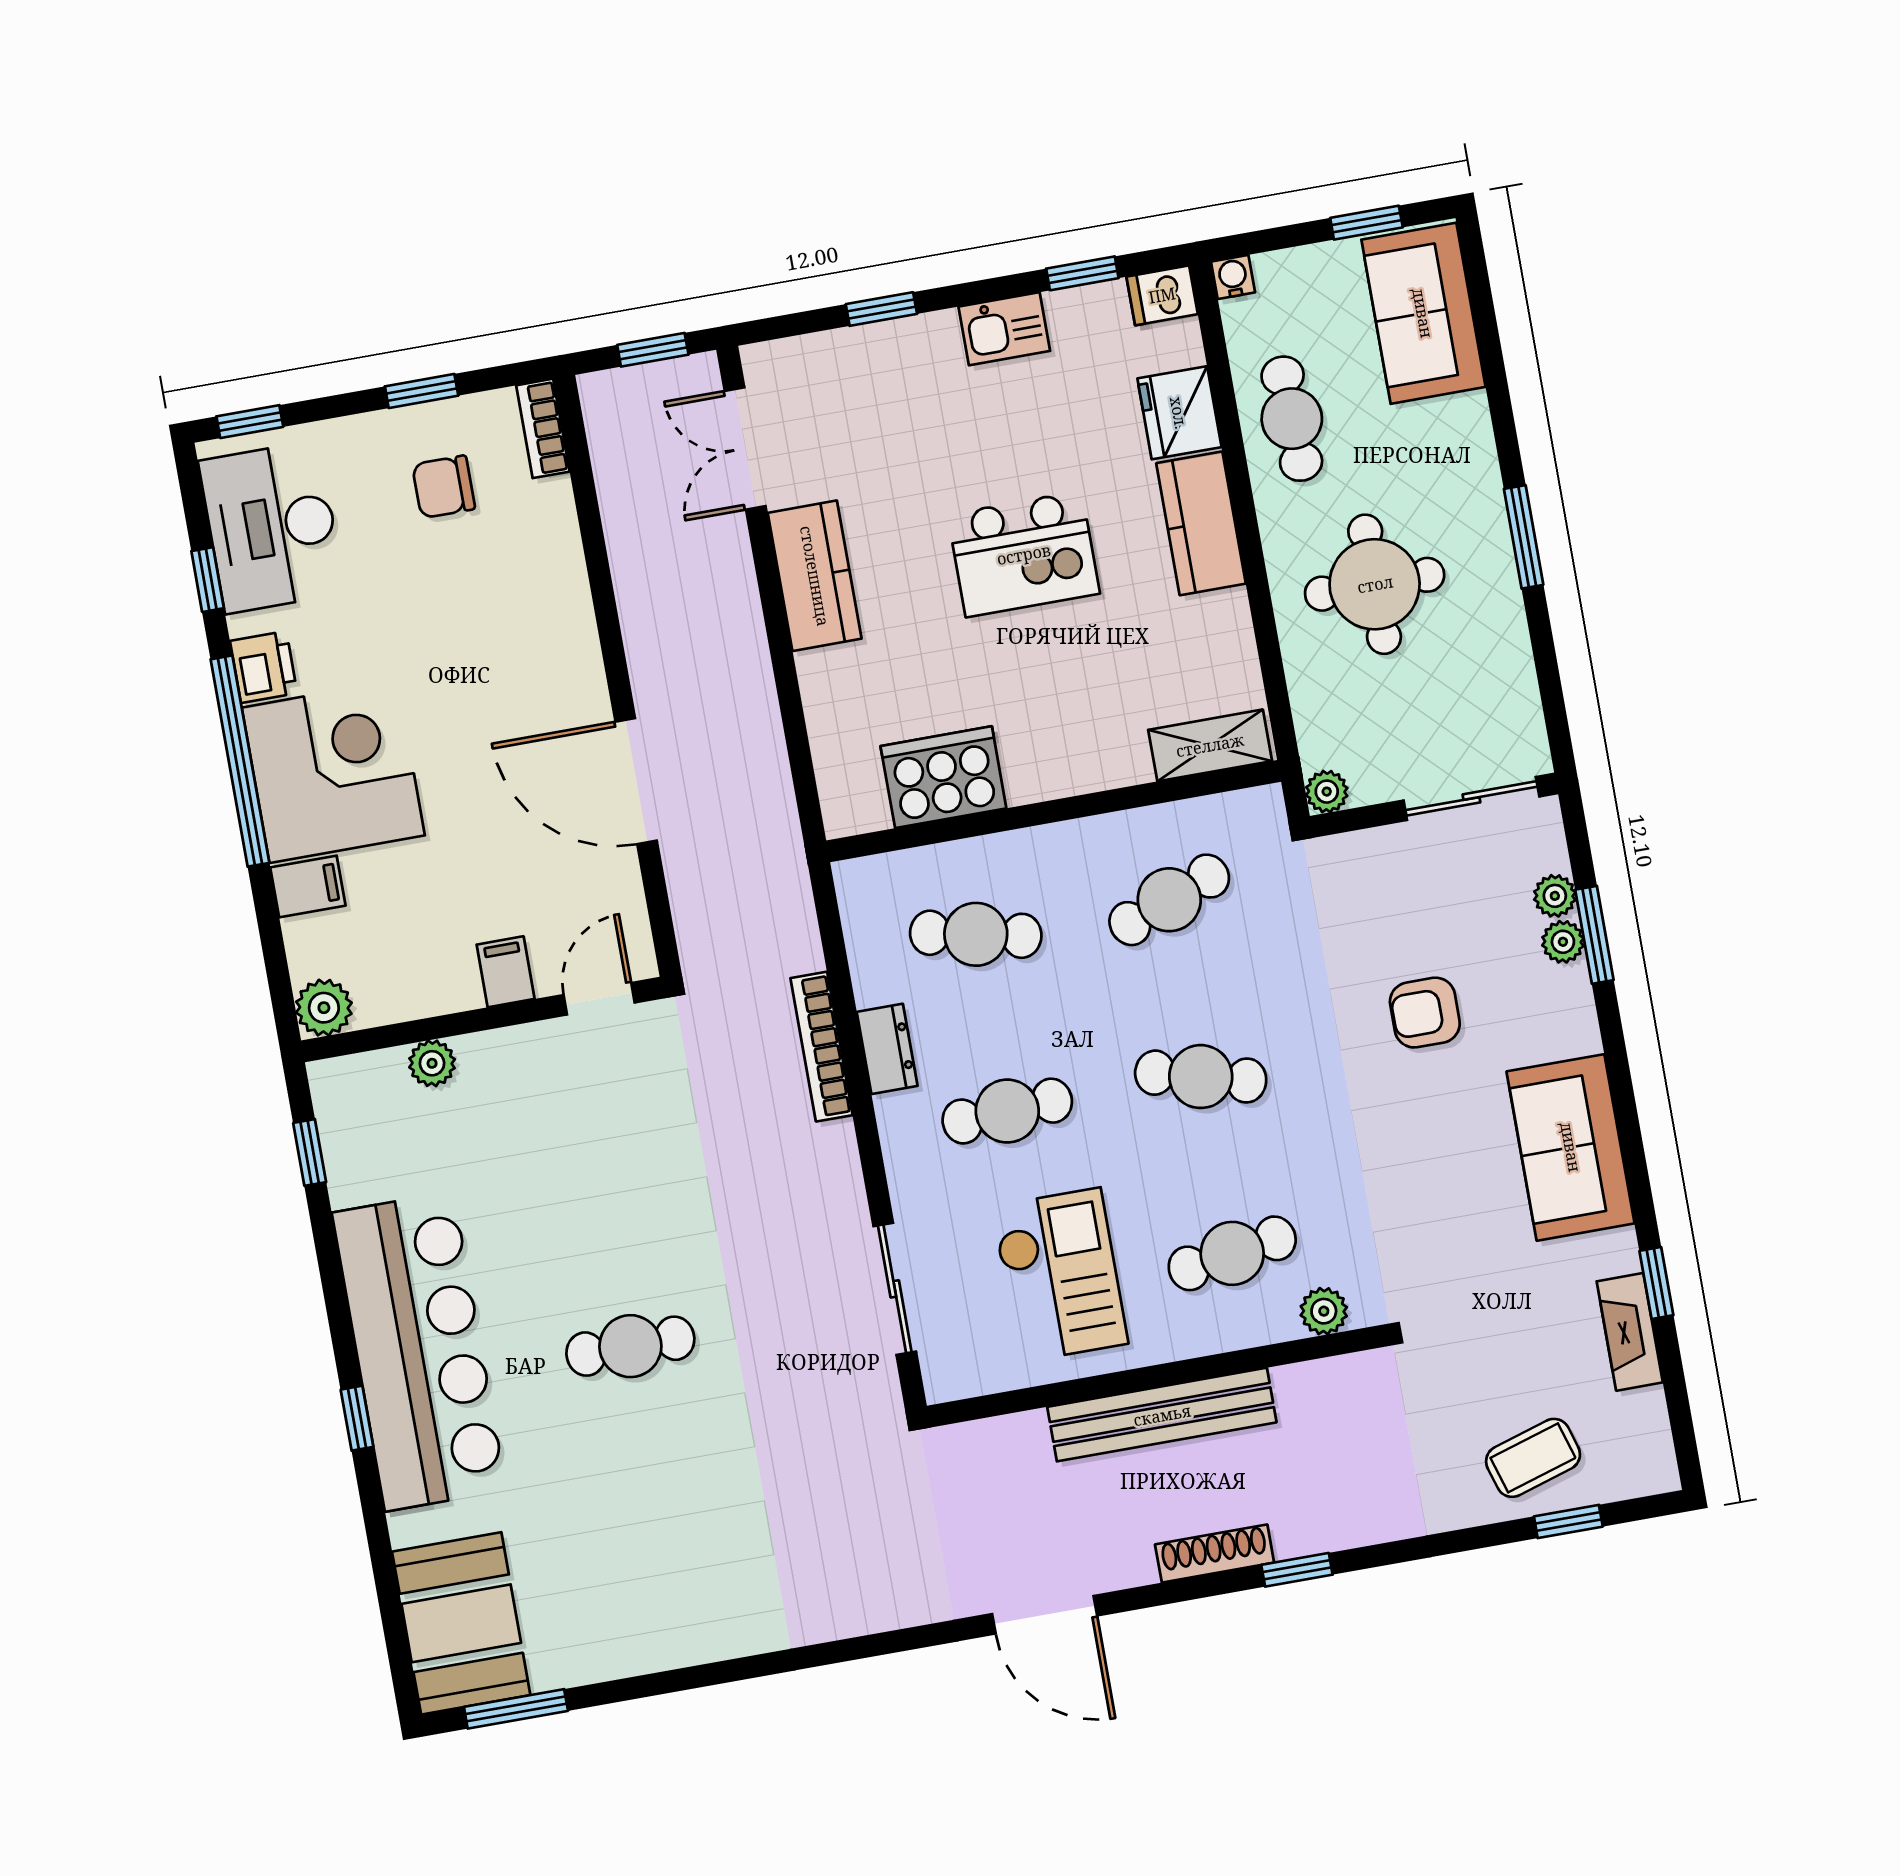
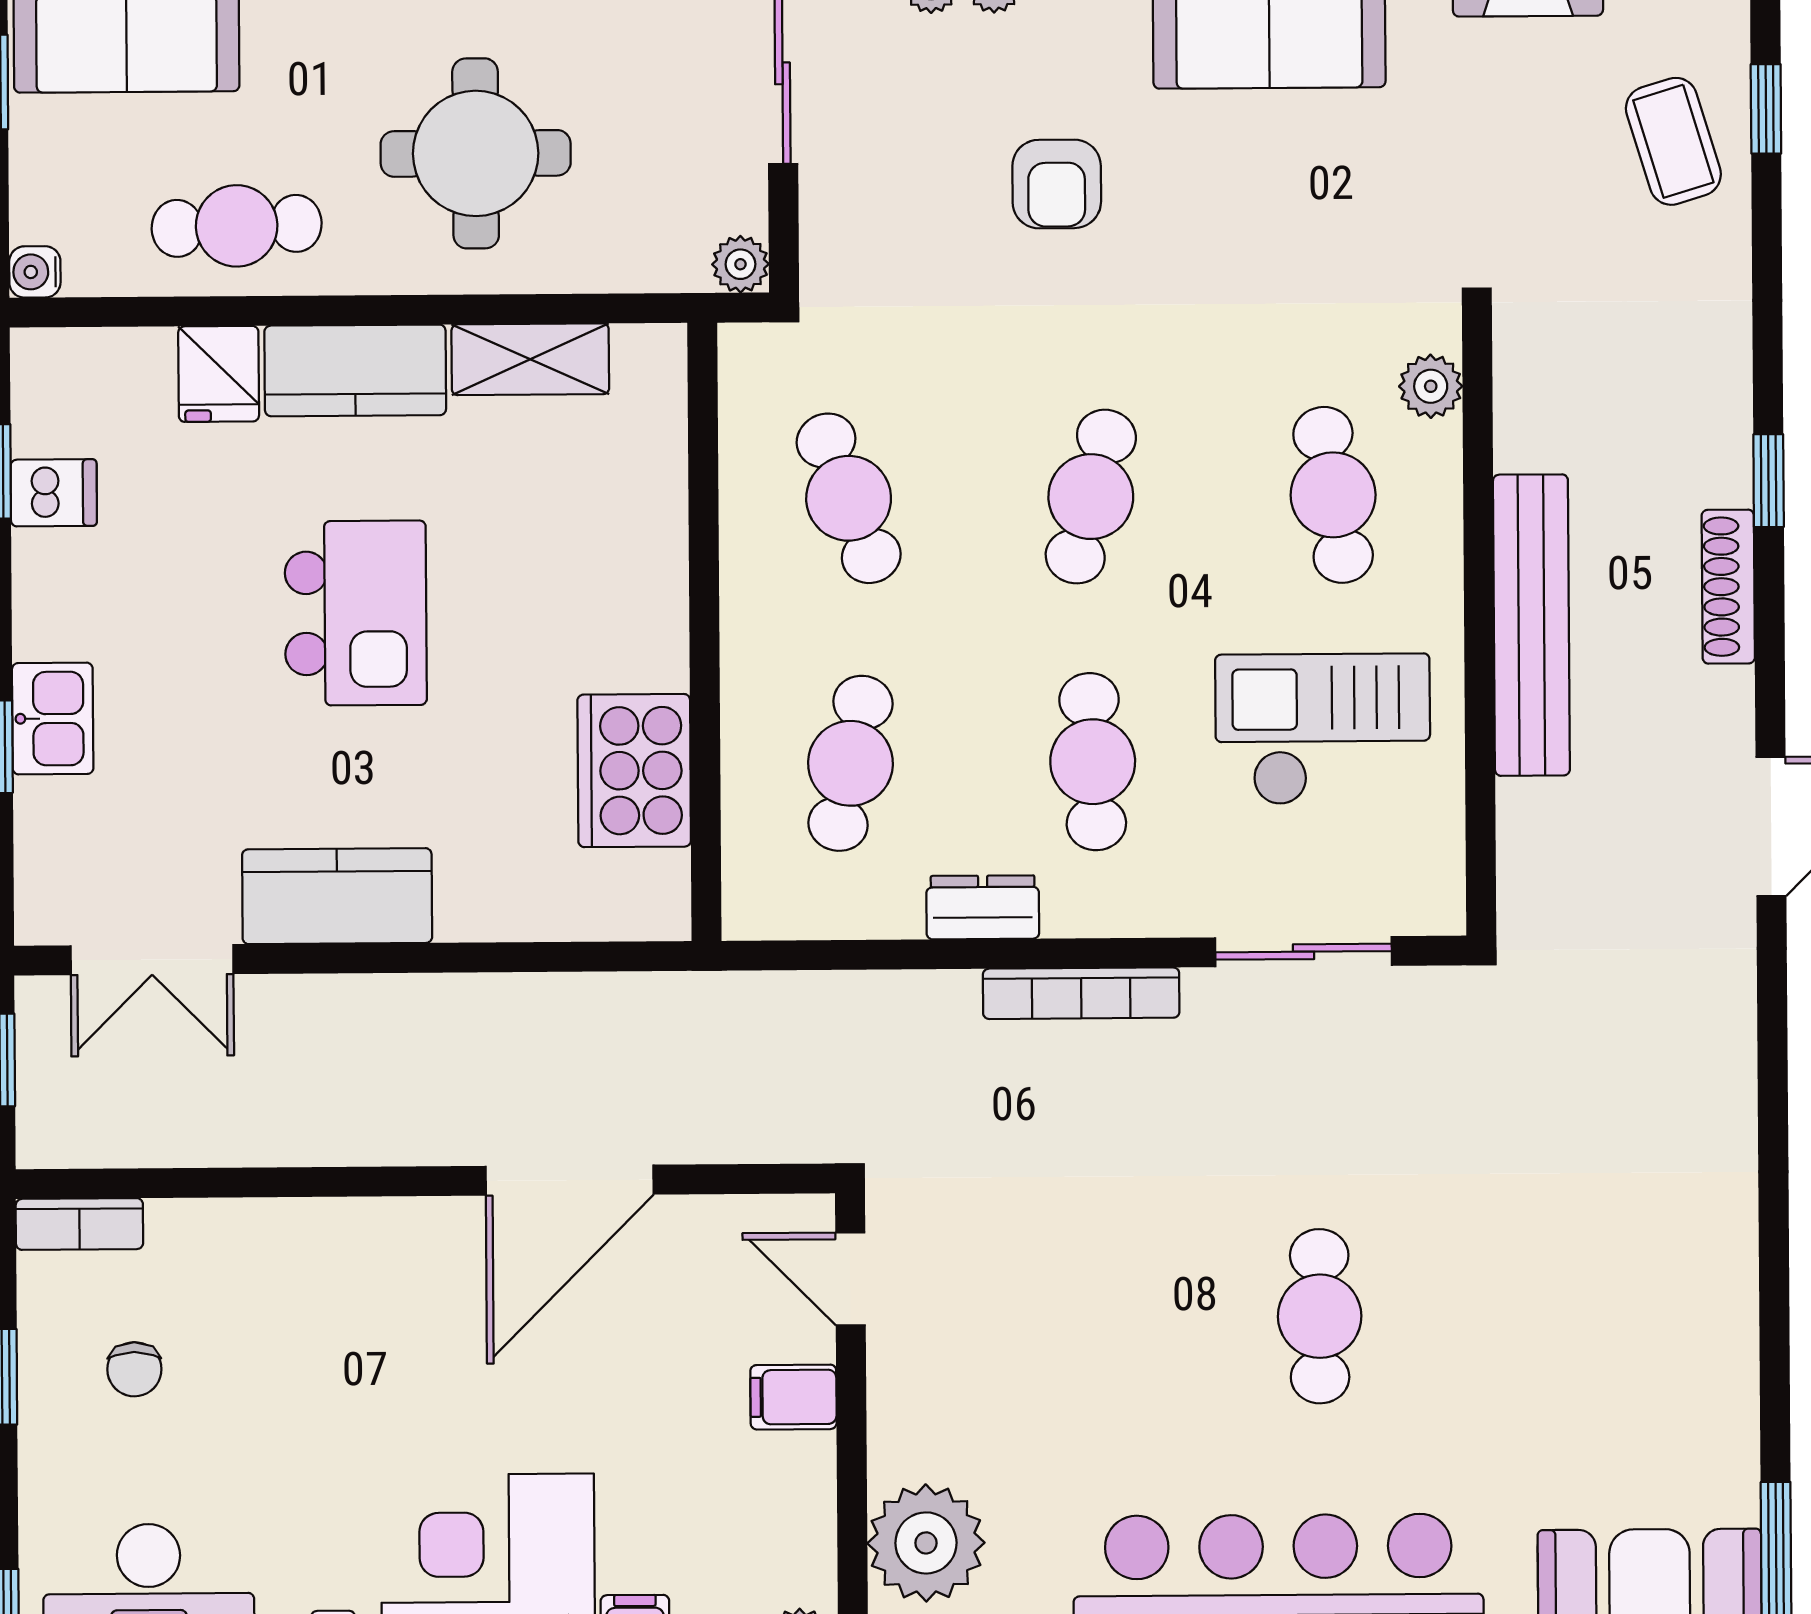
dishwasher: (1162, 295) -> (54, 493), moved, turned -90
kitchen sink: (1004, 329) -> (53, 719), moved
fridge: (1179, 413) -> (219, 374), width x0.72
chair: (444, 487) -> (134, 1369), width x0.73, depth x0.73
shelving: (1210, 745) -> (530, 359), moved, turned 90
bookcase: (821, 1047) -> (1081, 993), moved
plant: (432, 1063) -> (926, 1543), width x1.88, depth x1.88

